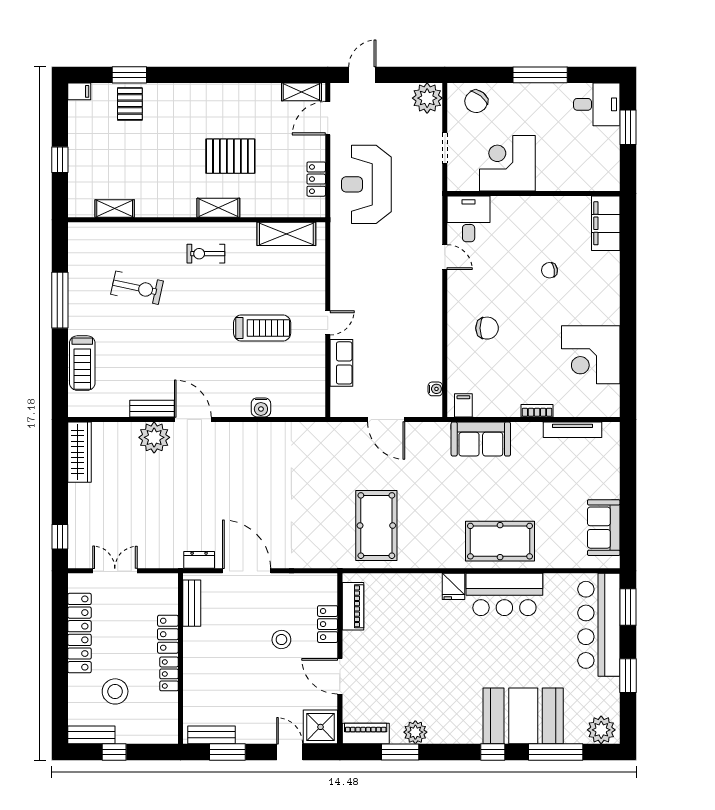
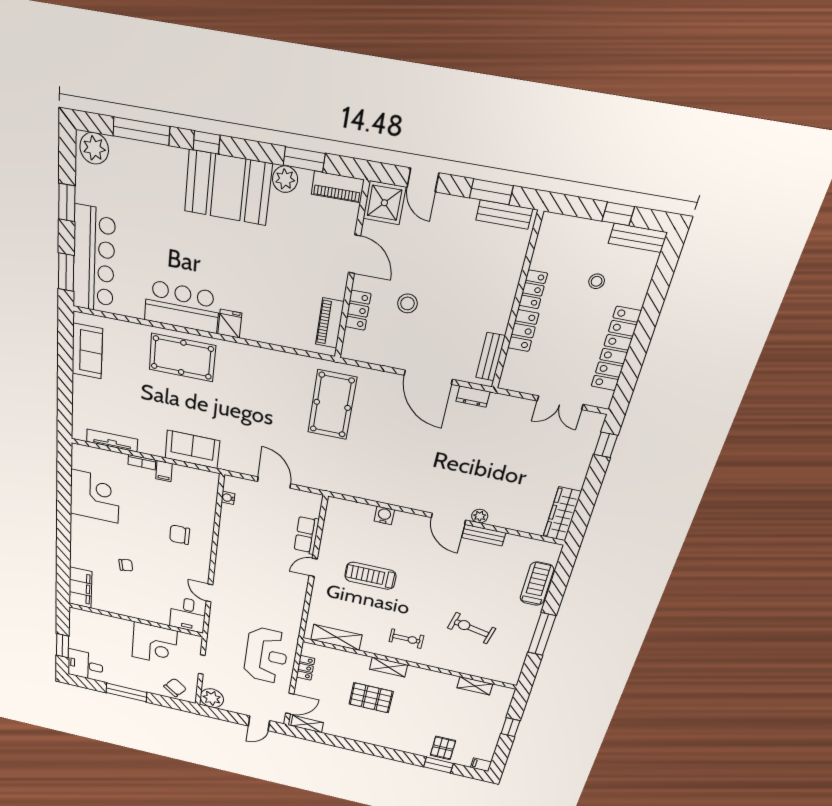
filing cabinet: (463, 405) -> (164, 471), moved
plant: (154, 437) -> (480, 516), width x0.53, depth x0.53
pool table: (376, 526) -> (332, 405), moved
stool: (115, 691) -> (597, 281), width x0.53, depth x0.53
booth: (523, 716) -> (228, 188), moved

